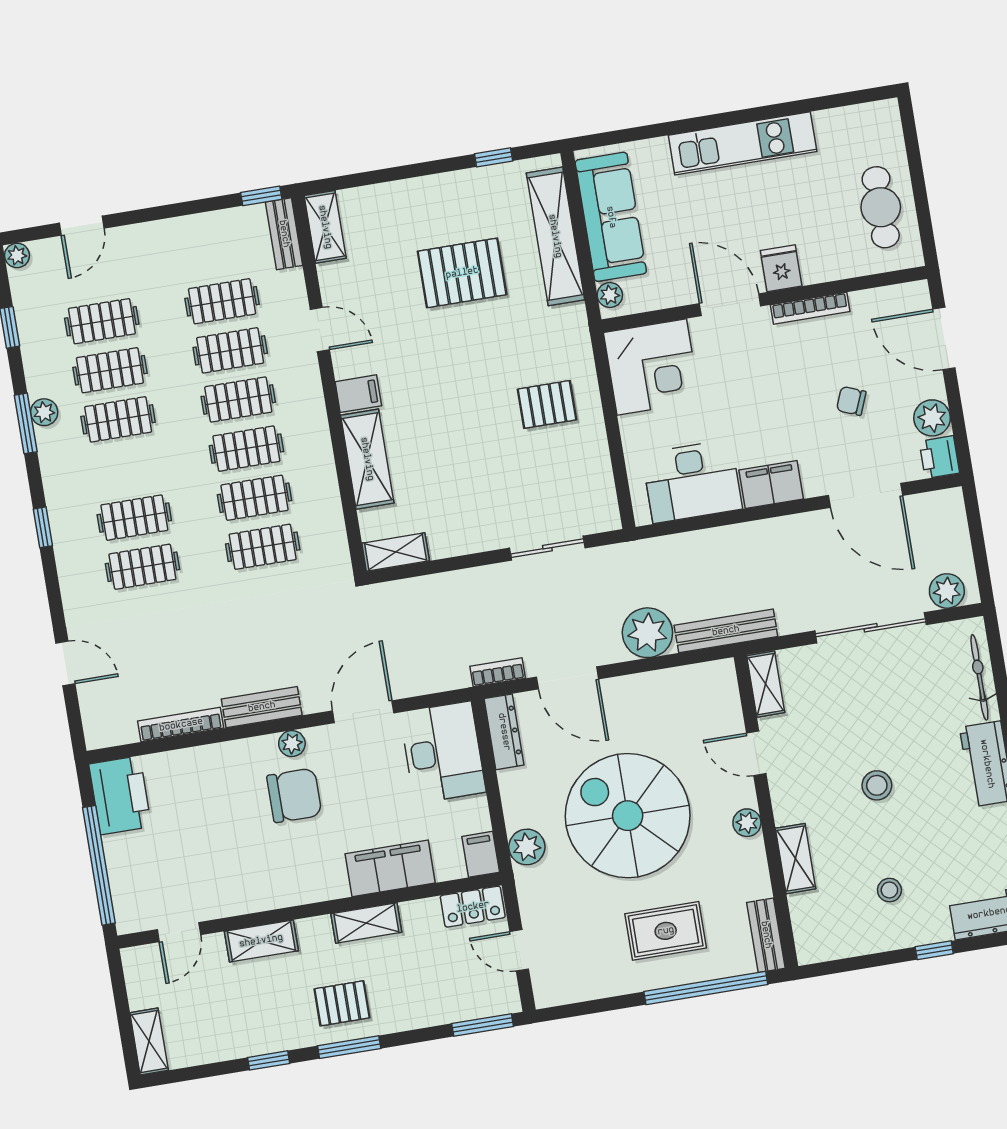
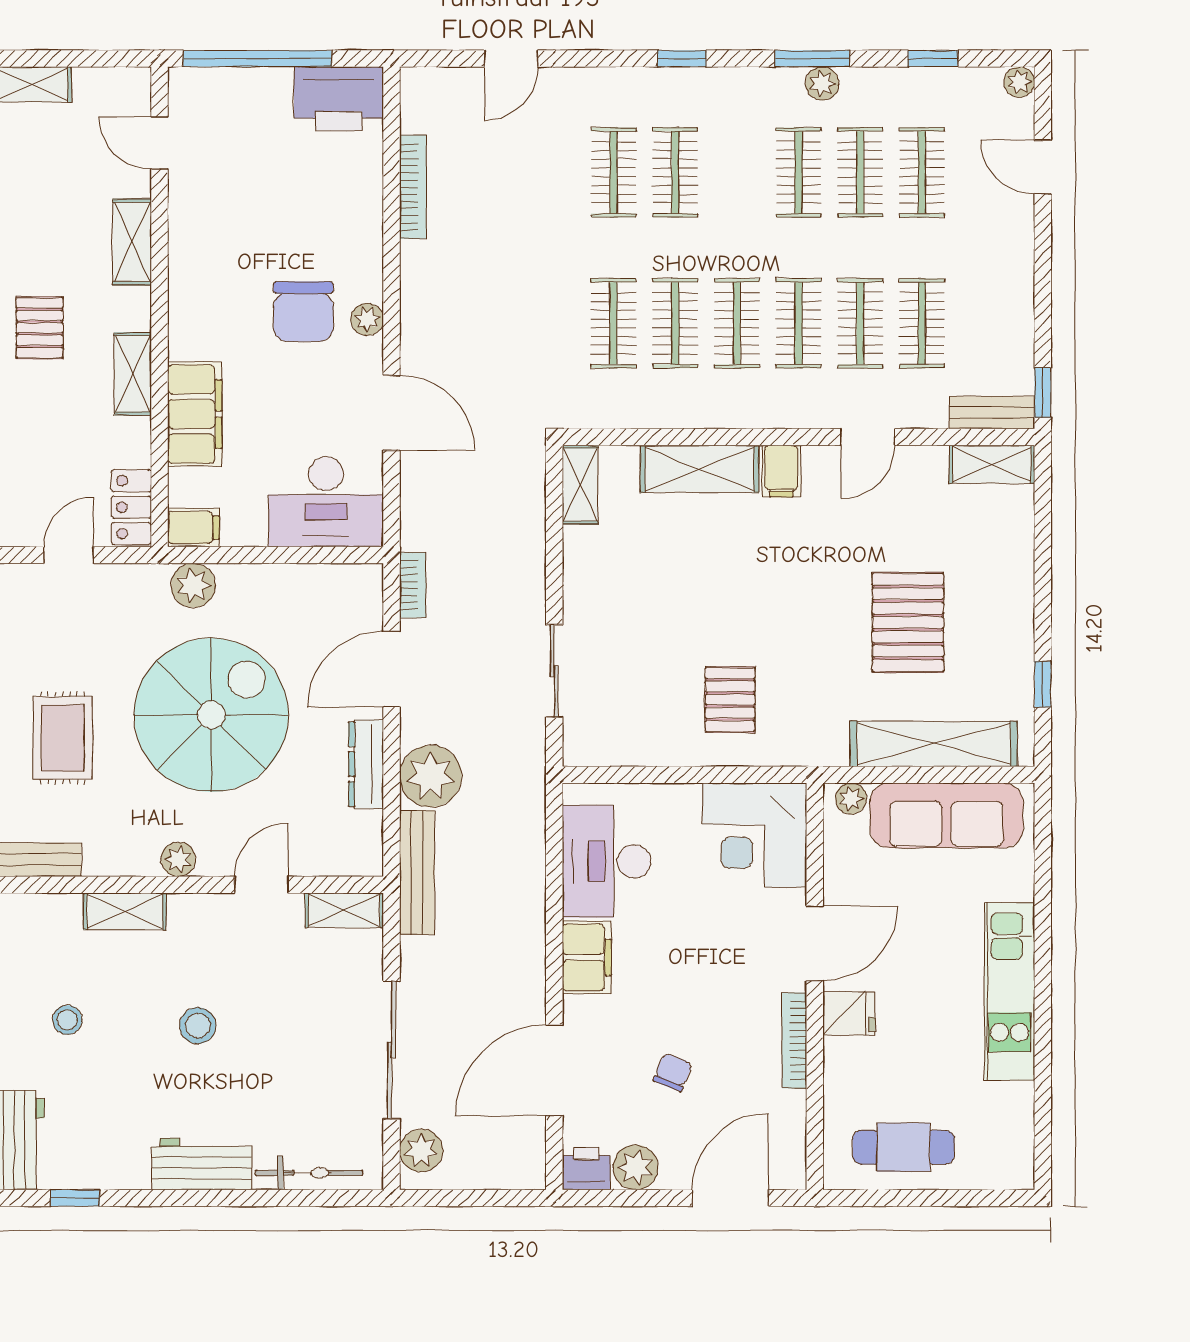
bench: (262, 707) -> (418, 290), removed
dresser: (504, 732) -> (366, 764), moved, turned 90

